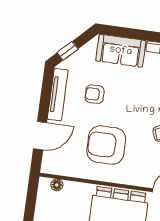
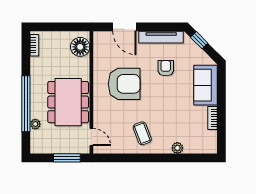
armchair: (106, 145) -> (124, 84), turned 90
floor lamp: (57, 185) -> (80, 47), width x1.89, depth x1.89

